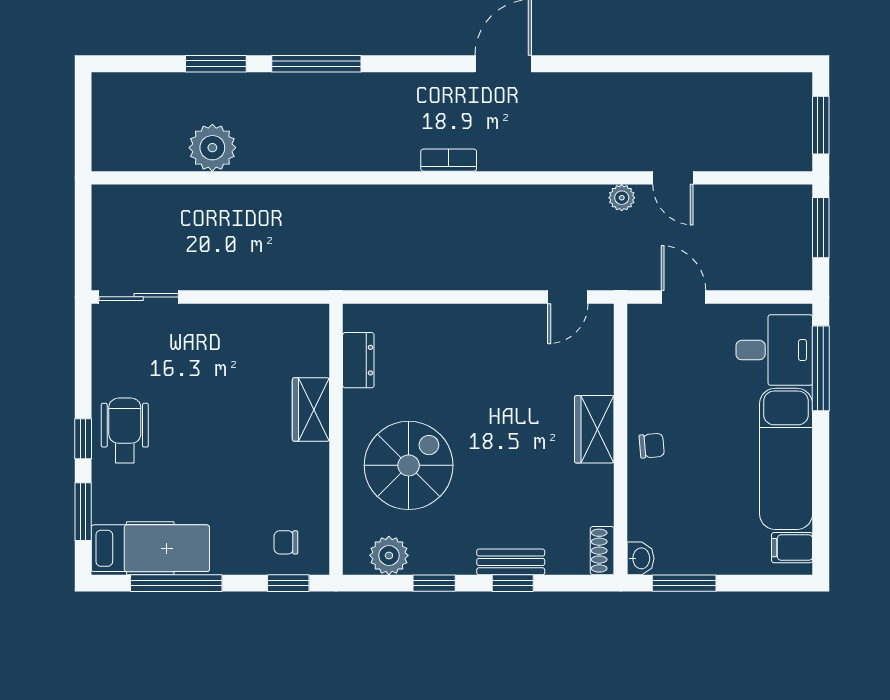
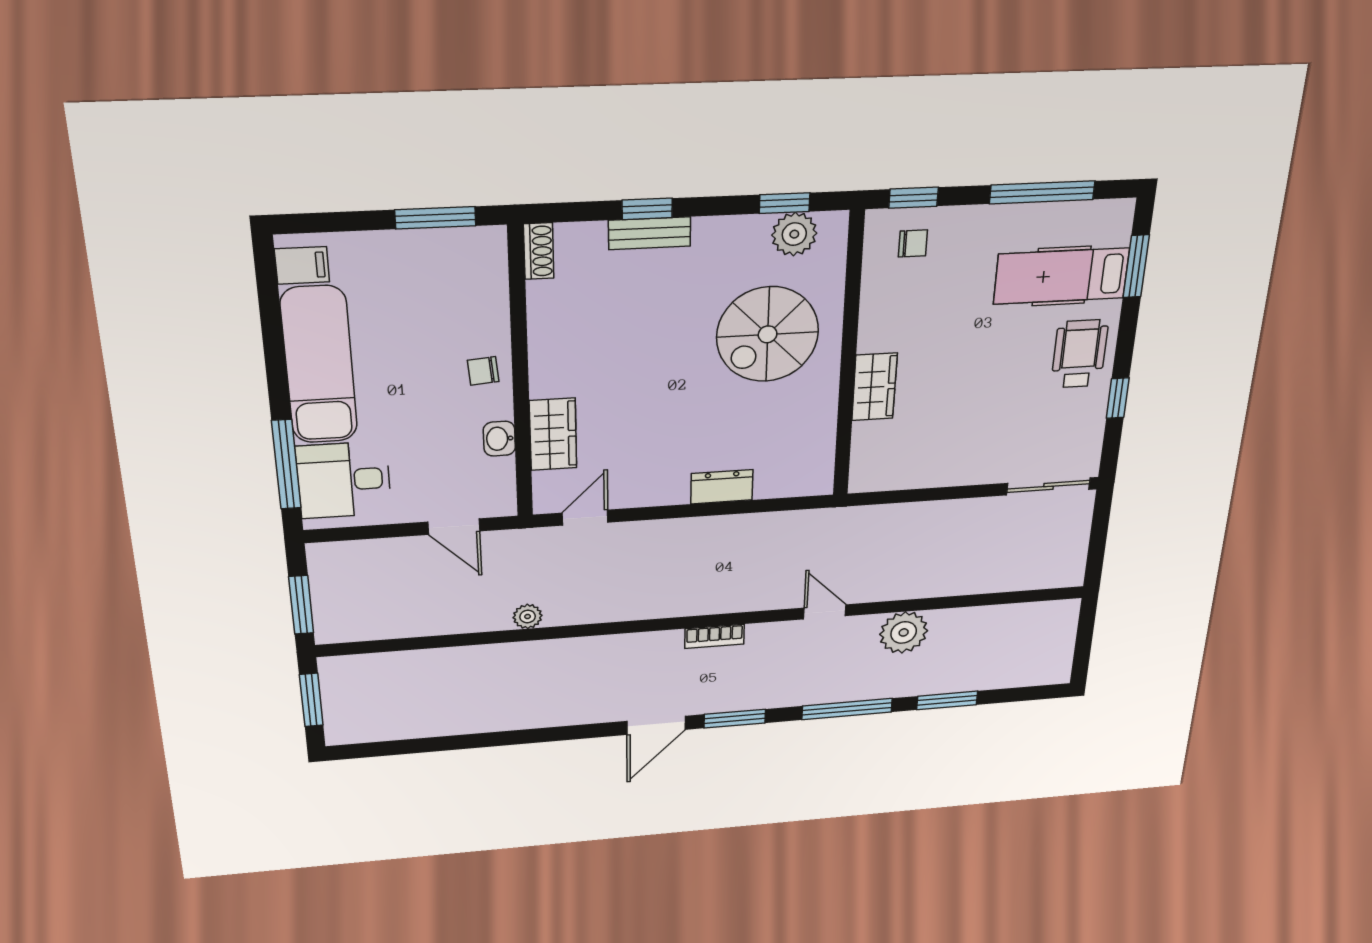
window: (427, 64) -> (735, 719), added
plant: (212, 148) -> (904, 632), moved
door: (673, 178) -> (825, 612), moved
dresser: (358, 360) -> (722, 487), moved, turned 90
wardrobe: (594, 429) -> (553, 434), moved
wheelchair: (125, 430) -> (1079, 354), turned 180
window: (83, 439) -> (1118, 398), moved
hospital bed: (150, 548) -> (1061, 276), moved
washbasin: (641, 558) -> (499, 439), moved
window: (434, 583) -> (785, 203), moved

